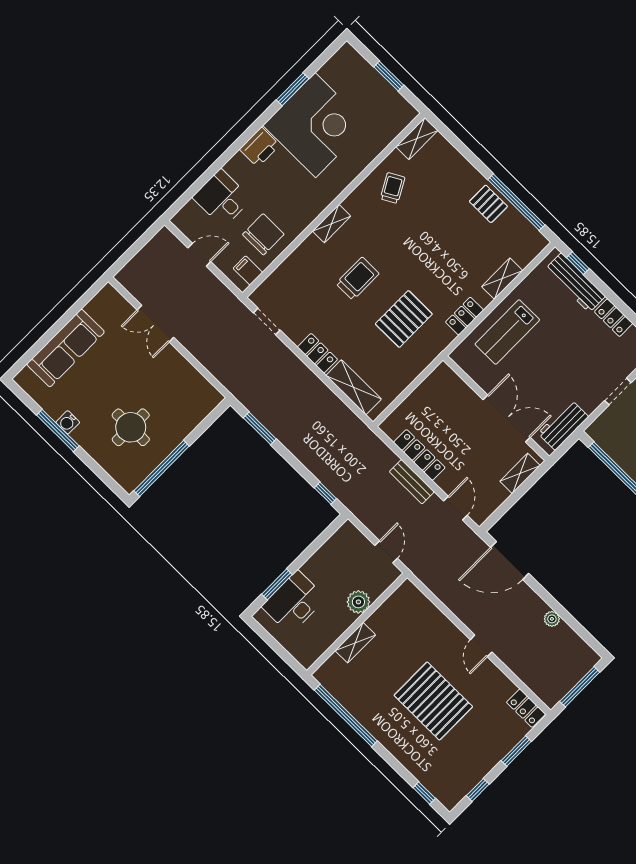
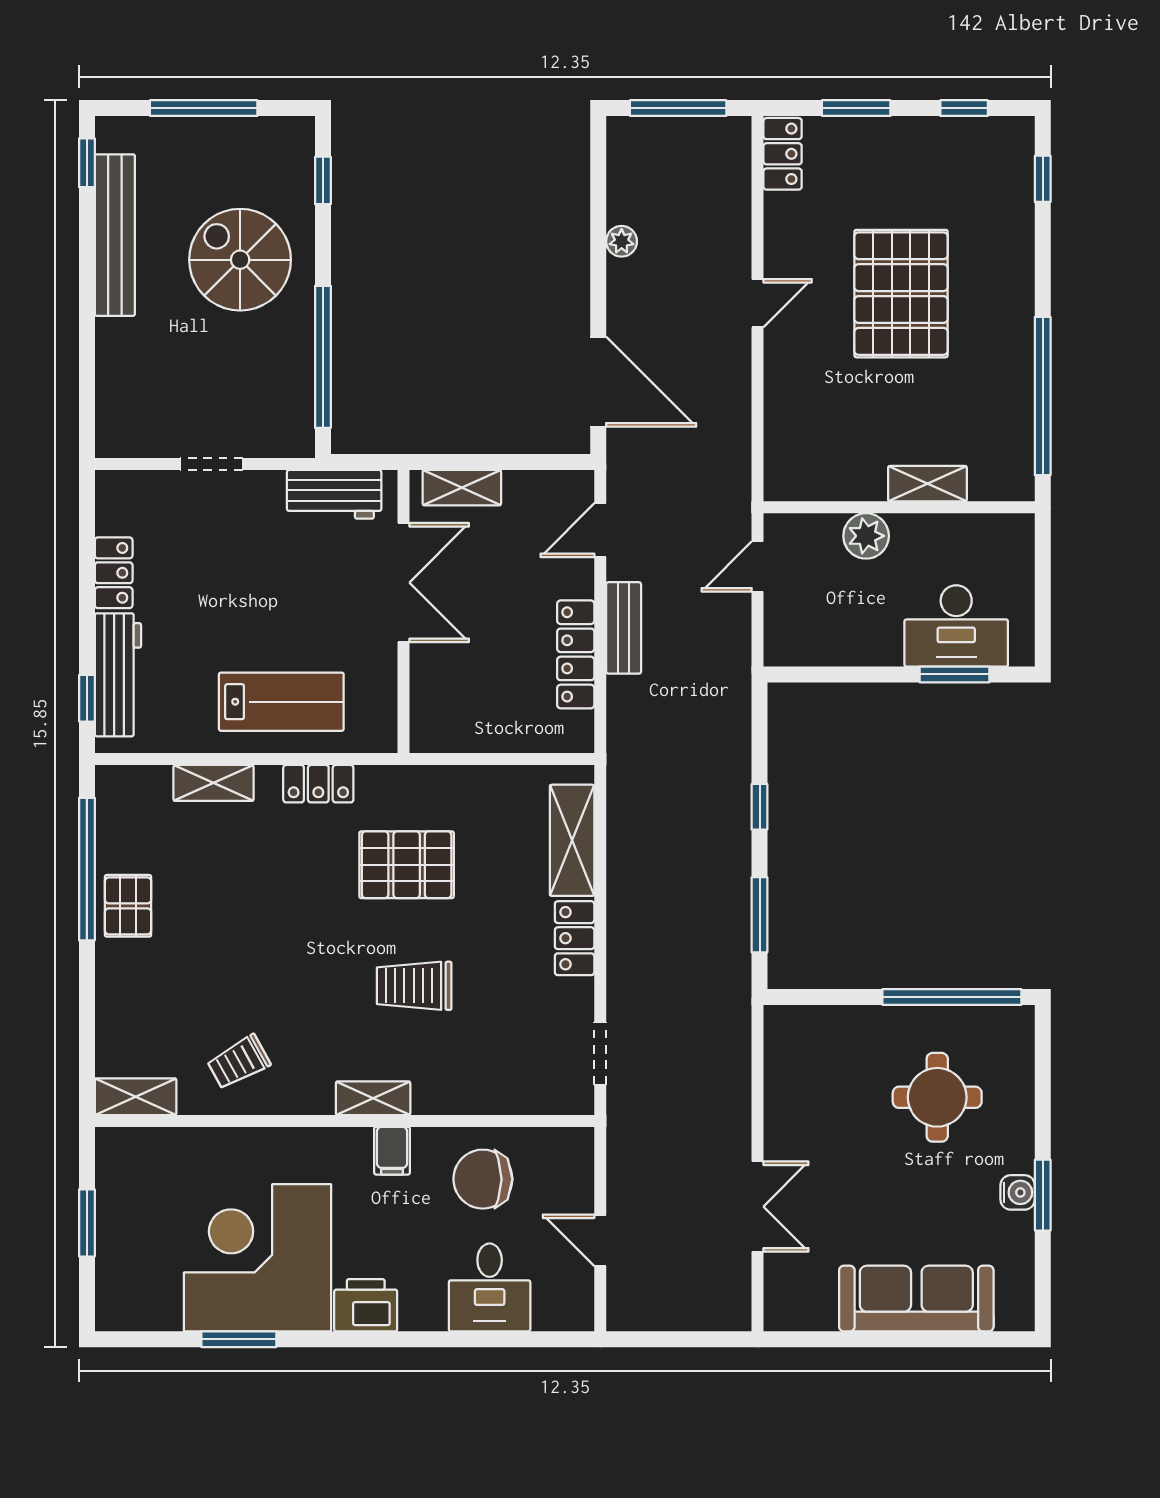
filing cabinet: (248, 270) -> (392, 1151), moved
double door: (507, 419) -> (404, 583), swing flipped
window: (58, 430) -> (1043, 1195), width x0.69
window: (325, 493) -> (760, 807), moved

